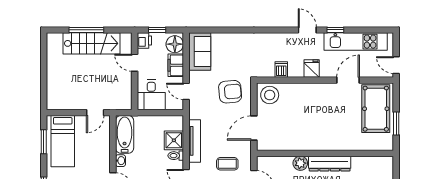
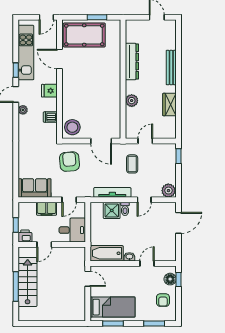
plant: (290, 38) -> (23, 110), added
floor lamp: (175, 44) -> (28, 210), removed
dresser: (330, 164) -> (132, 62), moved

